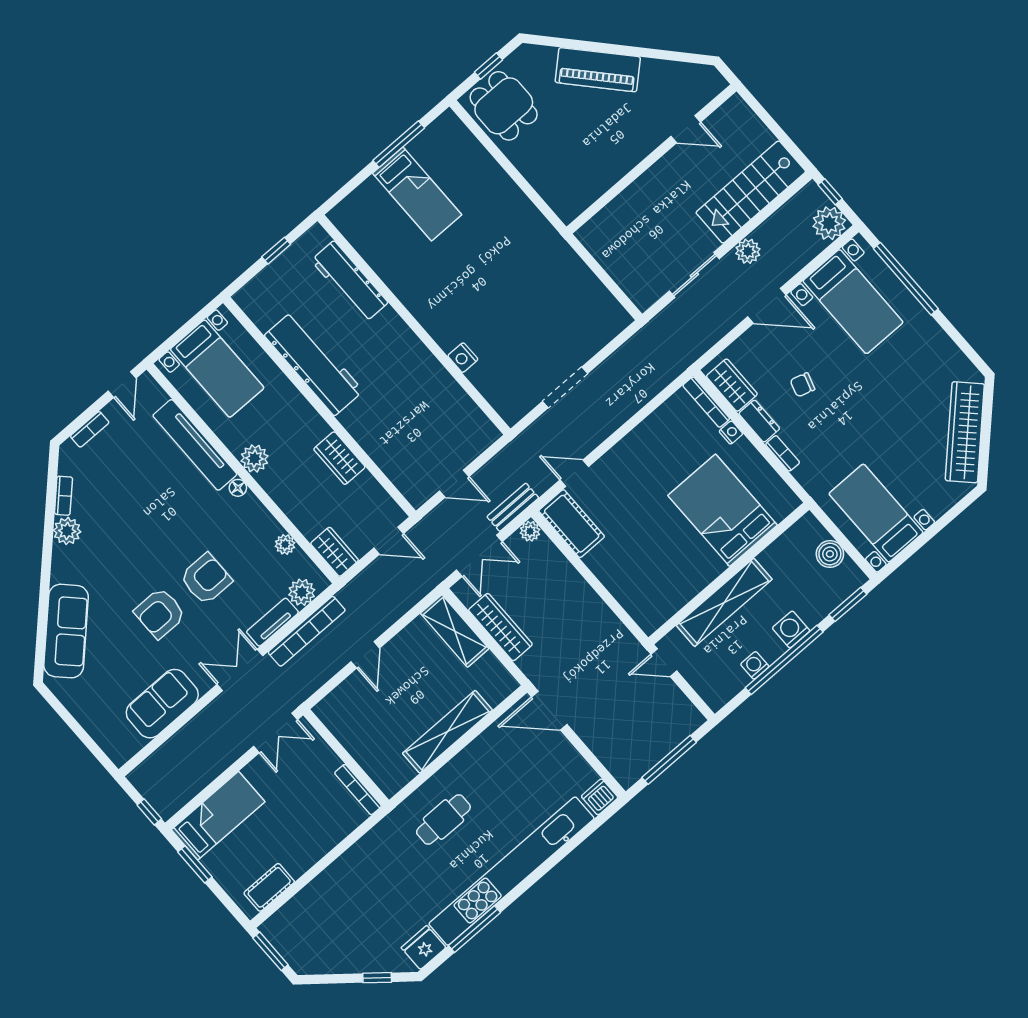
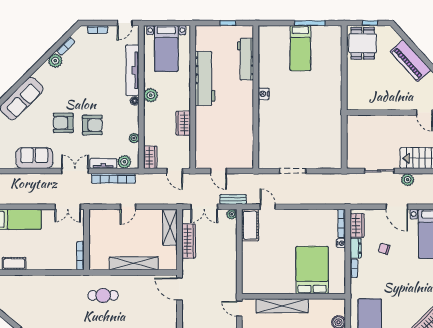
nightstand: (463, 358) -> (264, 94), moved

